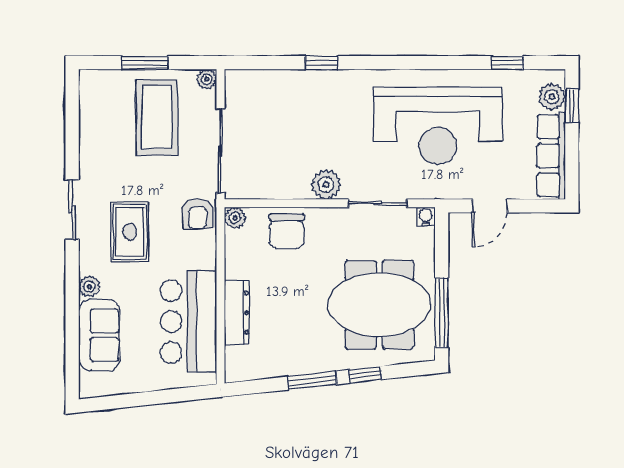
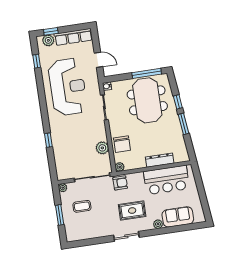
coffee table: (157, 117) -> (82, 206), width x0.54, depth x0.58
plant: (326, 184) -> (102, 148), moved
chair: (287, 231) -> (122, 144), turned 90

